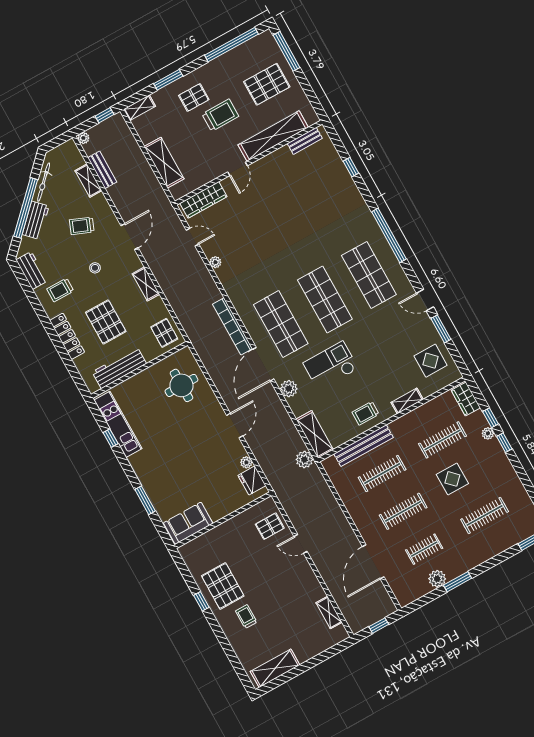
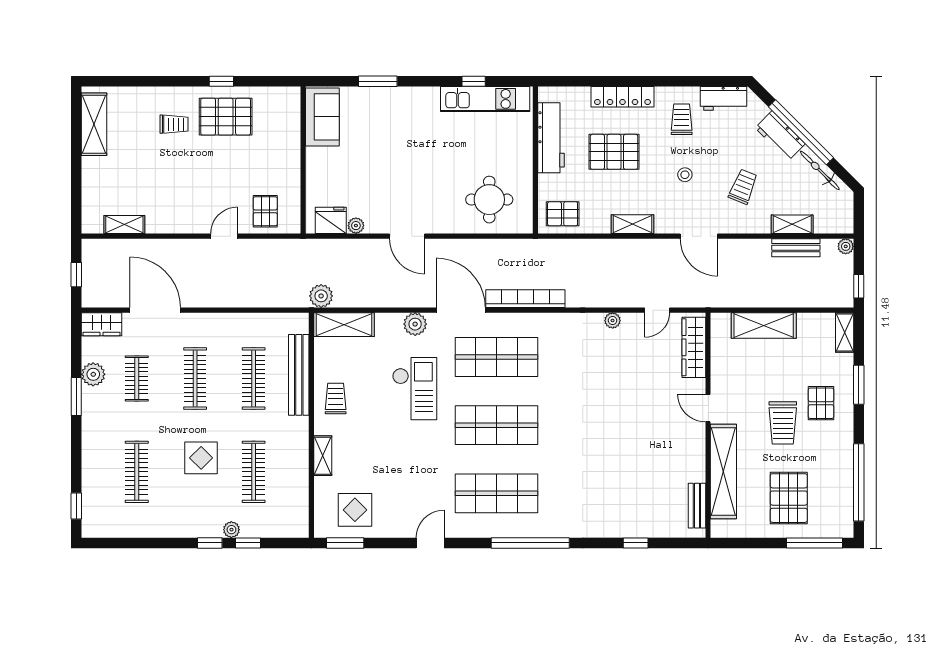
window: (441, 329) -> (345, 543), moved
wardrobe: (466, 399) -> (101, 324), moved, turned 180

